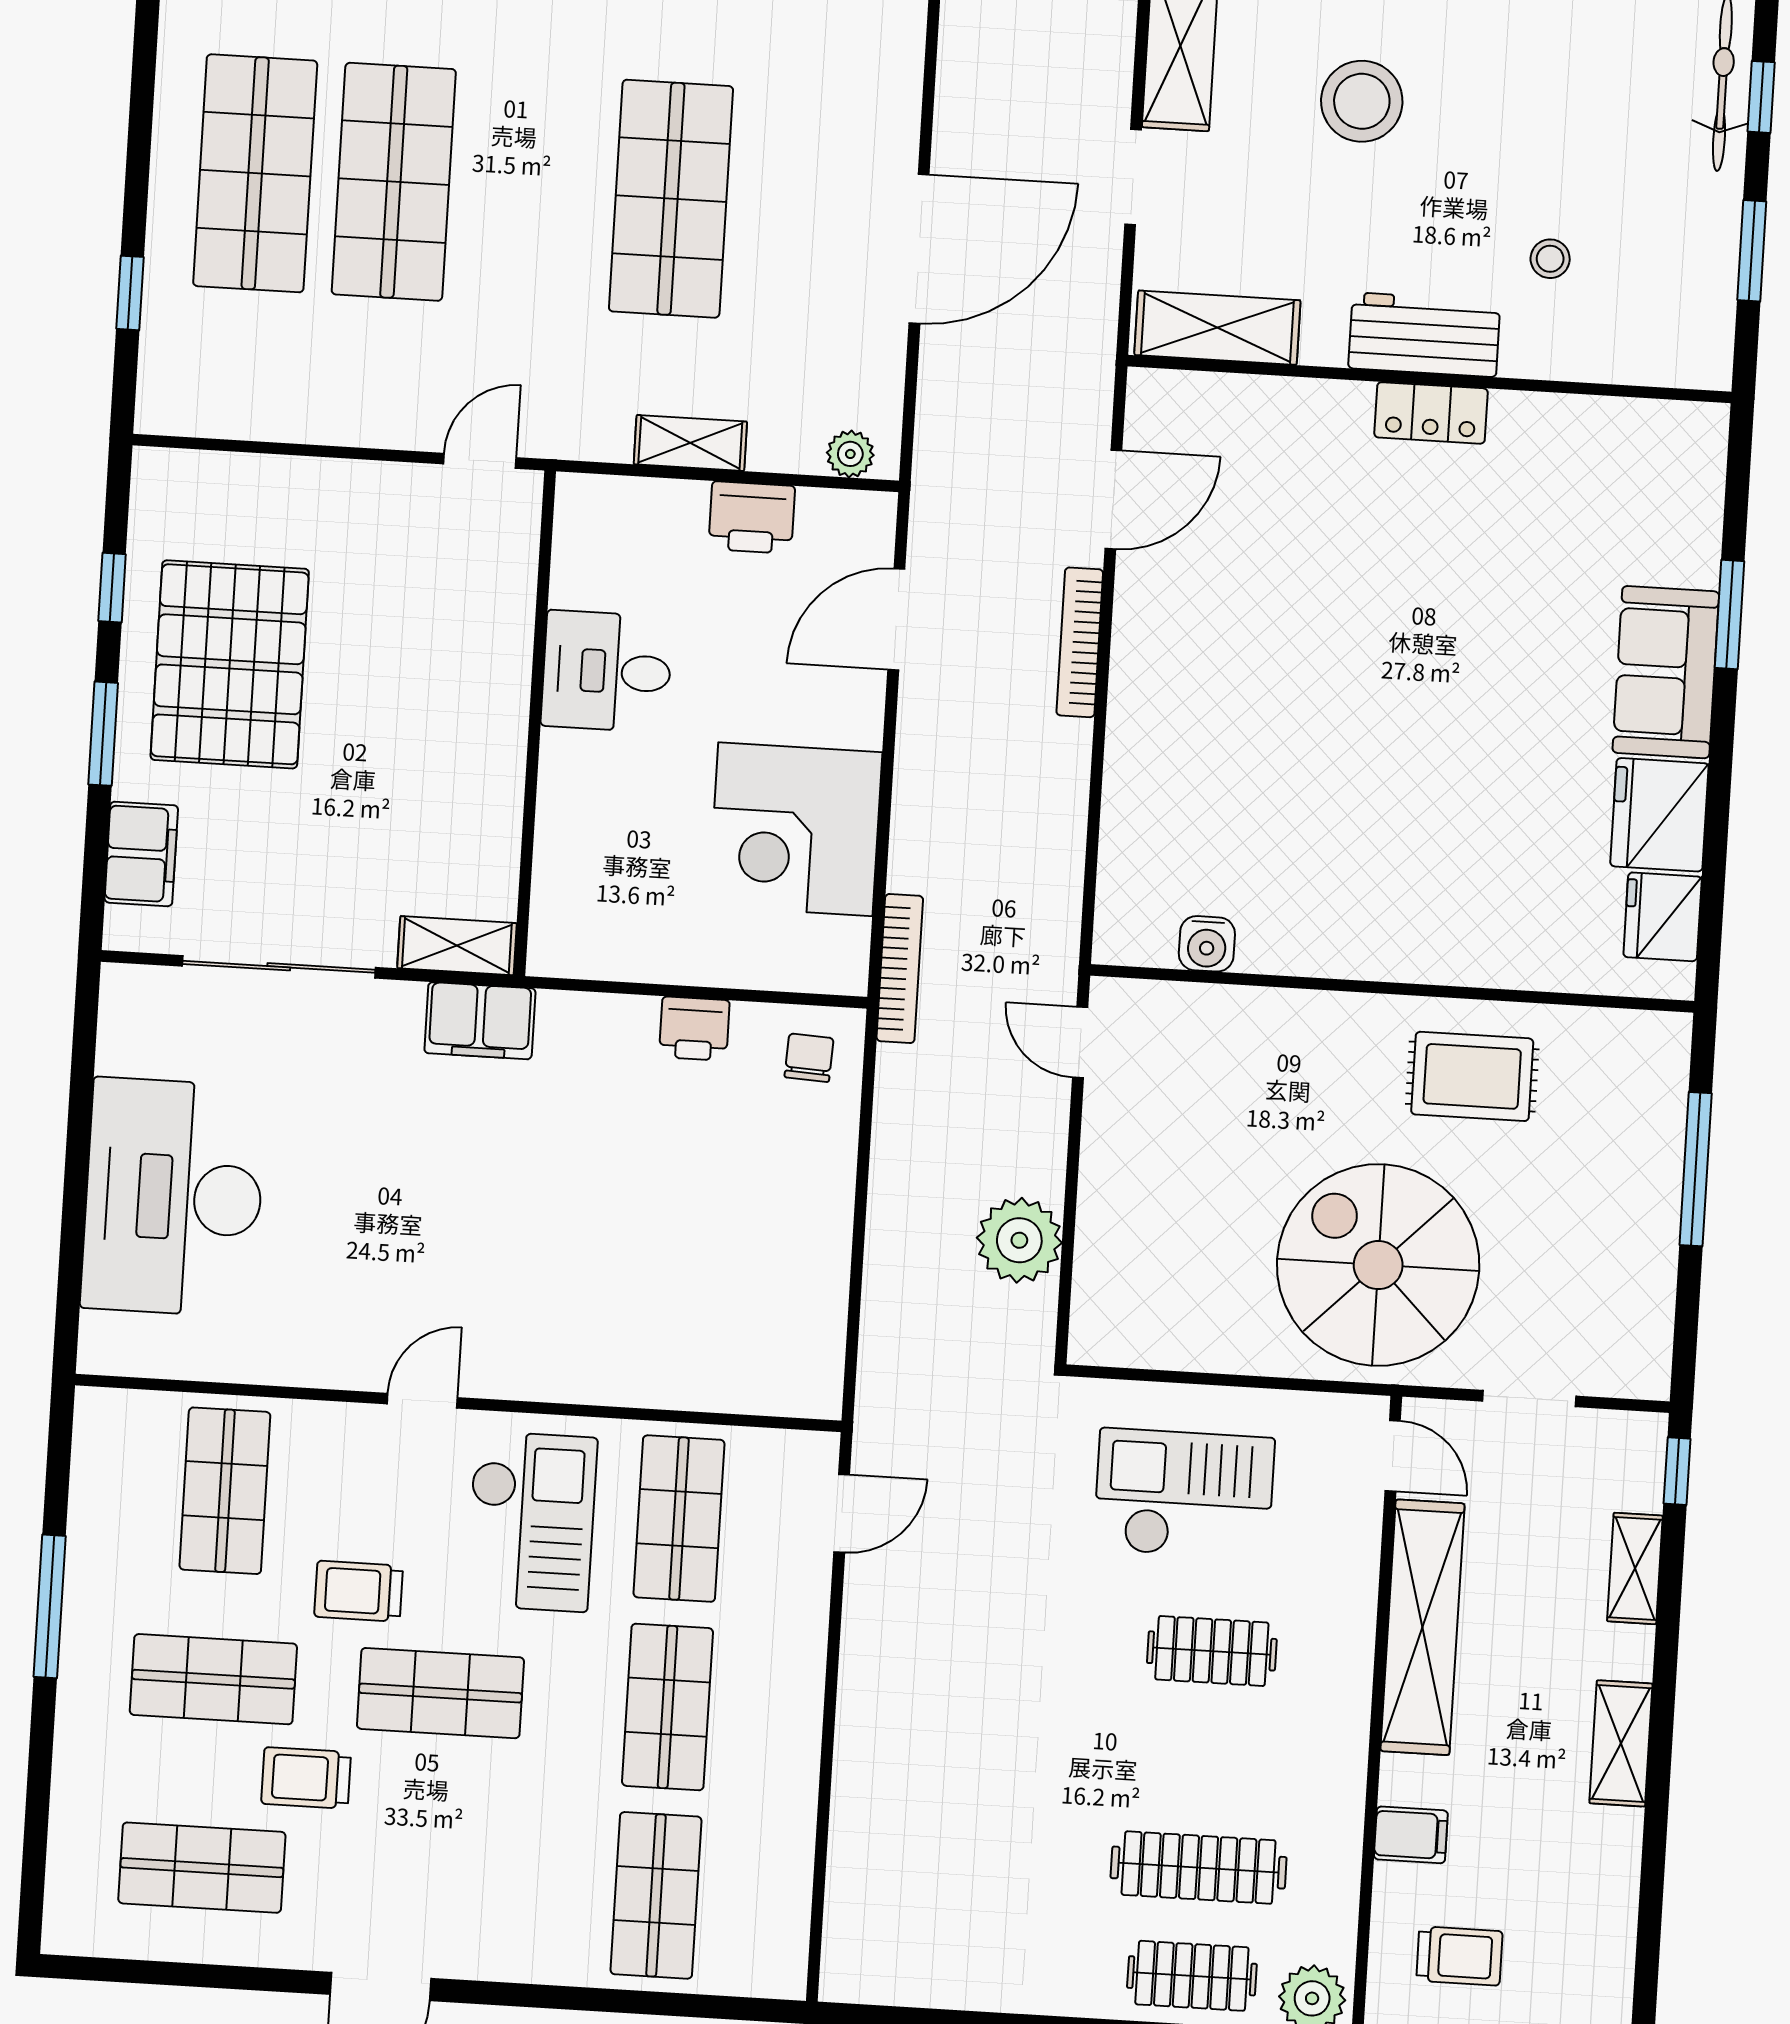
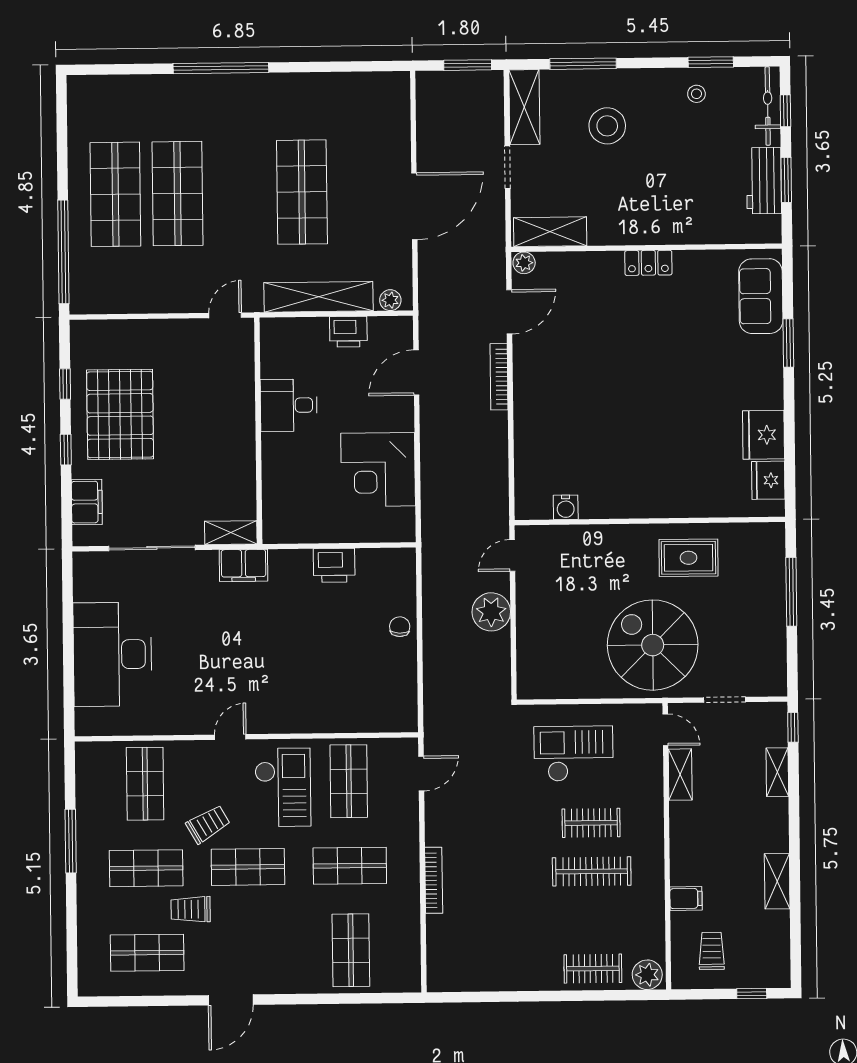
stool: (1550, 259) -> (696, 94), moved
window: (130, 293) -> (63, 252), width x3.17
workbench: (1424, 335) -> (764, 181), moved, turned -90
plant: (1154, 393) -> (524, 263), added
shelving: (690, 443) -> (319, 297), width x2.20, depth x1.33
sofa: (1666, 672) -> (761, 296), moved
window: (103, 734) -> (66, 450), width x0.67
bookcase: (900, 969) -> (434, 880), moved
printer: (694, 1029) -> (334, 565), width x1.36, depth x1.24
door: (1080, 1042) -> (512, 555), hinge flipped
chair: (809, 1058) -> (400, 627), moved
plant: (1019, 1240) -> (491, 612), moved
trolley: (359, 1591) -> (208, 824), turned 150
shelving: (1422, 1627) -> (680, 775), width x0.45, depth x0.75
shop shelf: (667, 1707) -> (350, 866), turned 90
shelving: (1621, 1743) -> (777, 881), moved
clothes rail: (1199, 1868) -> (592, 871), moved
trolley: (1459, 1956) -> (712, 951), turned -90

